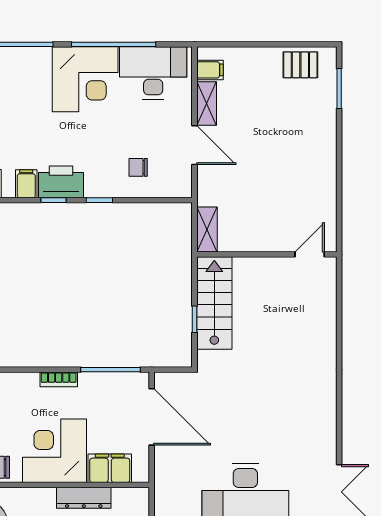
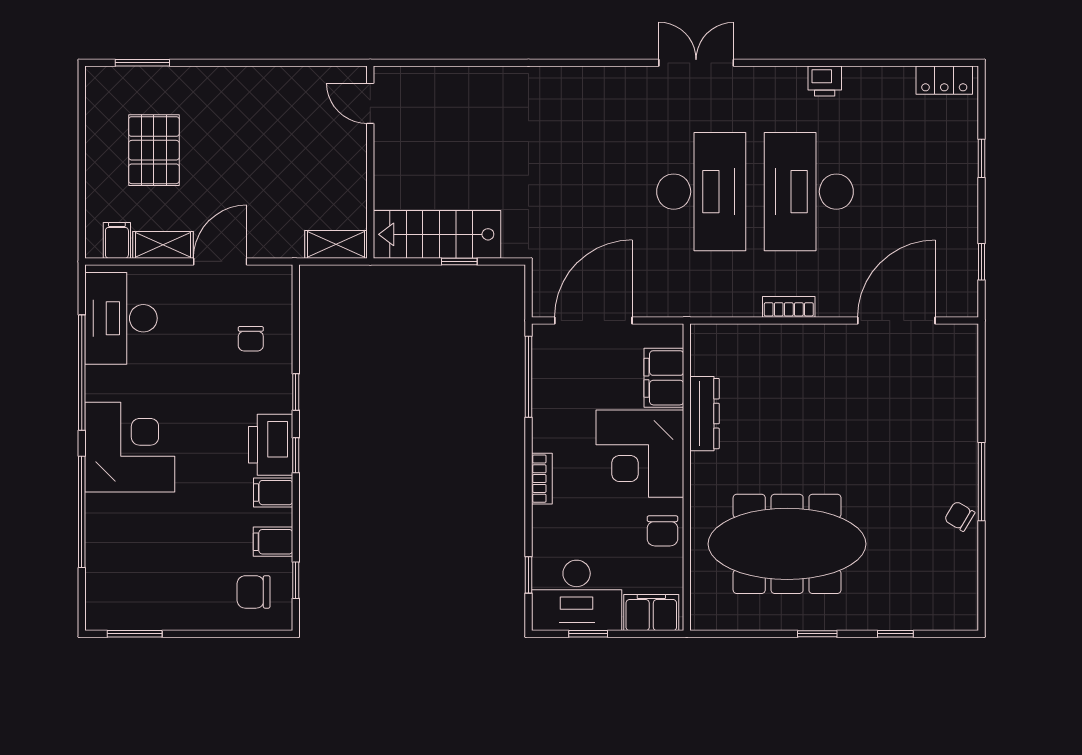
pallet: (300, 65) -> (154, 150), moved, width x1.50, depth x1.42
corner desk: (85, 79) -> (130, 447), moved
bookcase: (59, 379) -> (542, 479), moved

